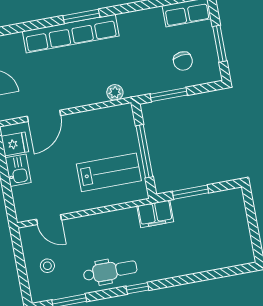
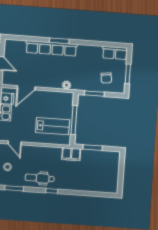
dental chair: (110, 271) -> (40, 178), turned 180

